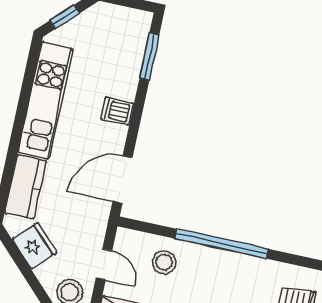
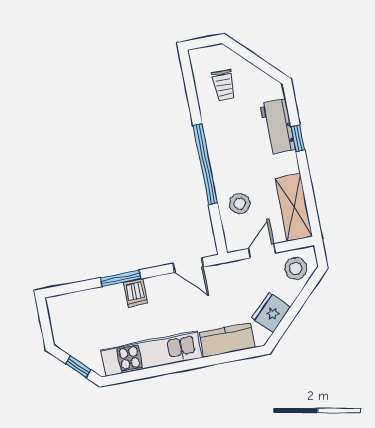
window: (149, 56) -> (121, 278), moved
door: (122, 180) -> (188, 265), width x0.73

